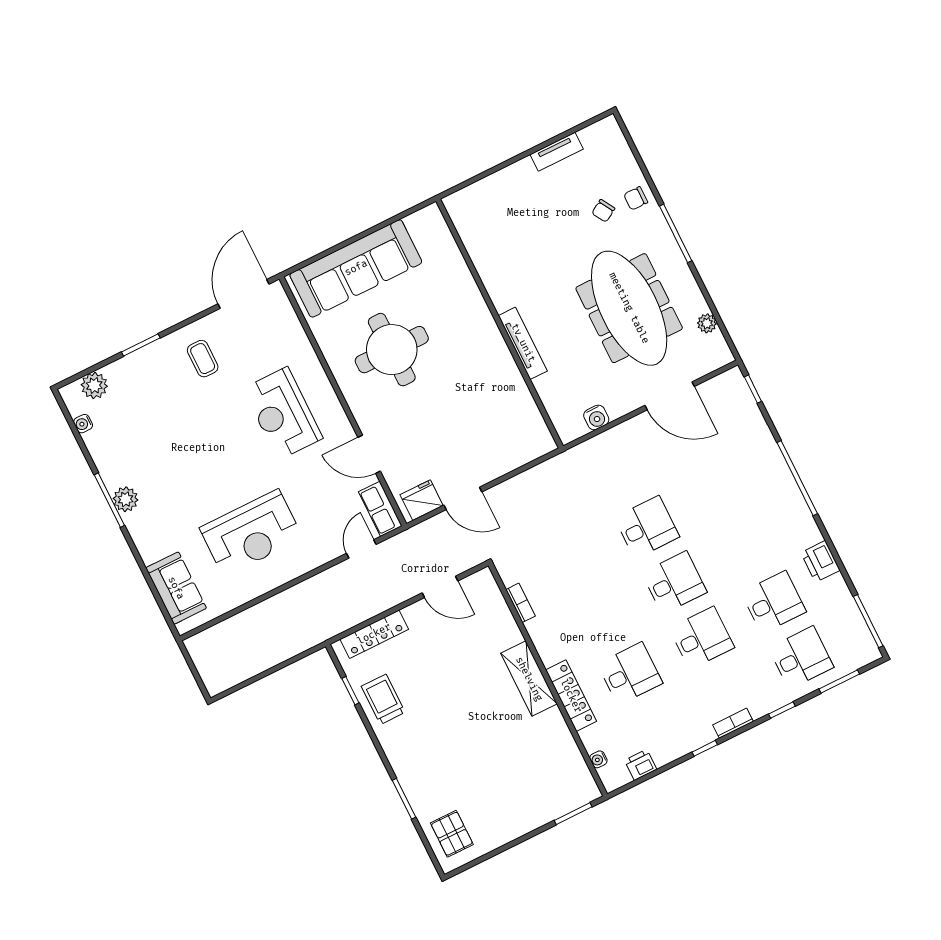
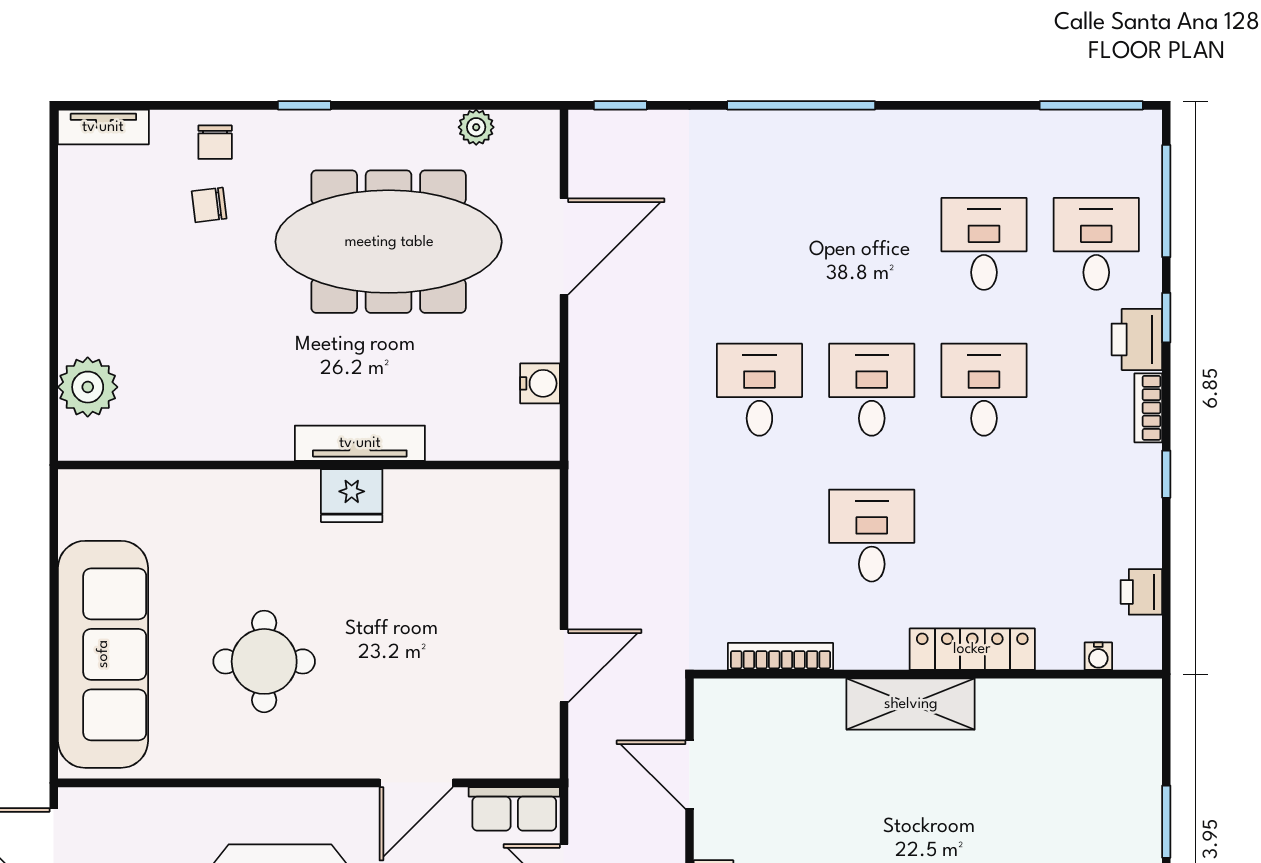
tv unit: (557, 152) -> (103, 127), moved, turned 90
plant: (484, 196) -> (88, 387), added
chair: (603, 211) -> (209, 205), turned 114
window: (676, 233) -> (304, 105), width x0.46
round table: (392, 350) -> (264, 661), width x0.73, depth x0.73
fridge: (422, 500) -> (352, 496), moved, turned -90
printer: (820, 561) -> (1137, 339), moved, turned 90
door: (440, 587) -> (689, 775), swing flipped
bookcase: (521, 603) -> (781, 656), width x1.56
desk: (630, 674) -> (872, 536), moved
window: (839, 682) -> (1166, 201), width x1.44
window: (573, 814) -> (1166, 822), moved

